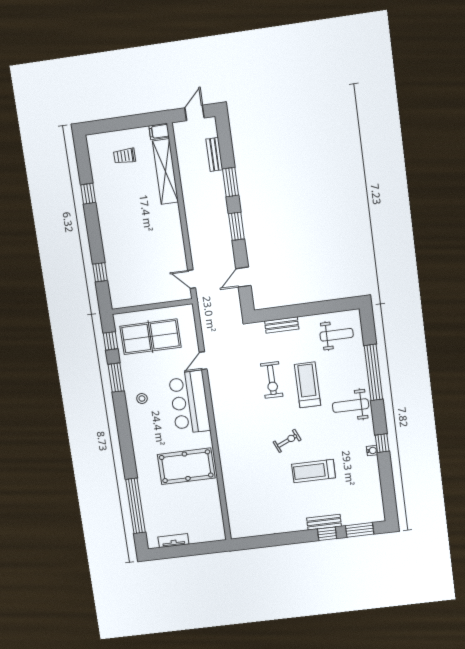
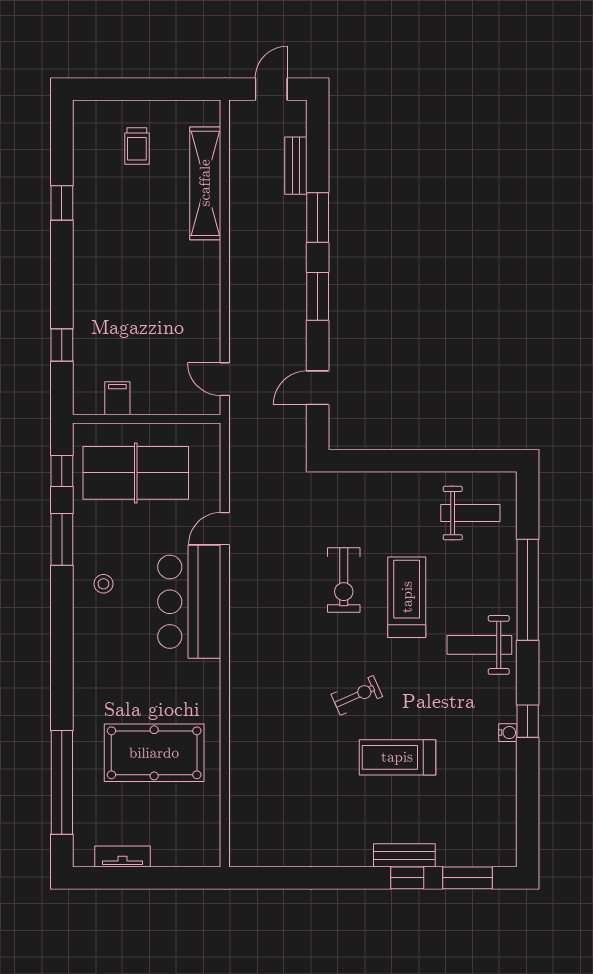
filing cabinet: (159, 131) -> (117, 398), moved, turned 90
trolley: (125, 156) -> (137, 146), turned -90
bench: (282, 325) -> (375, 483), removed
pool table: (186, 466) -> (154, 753), moved

